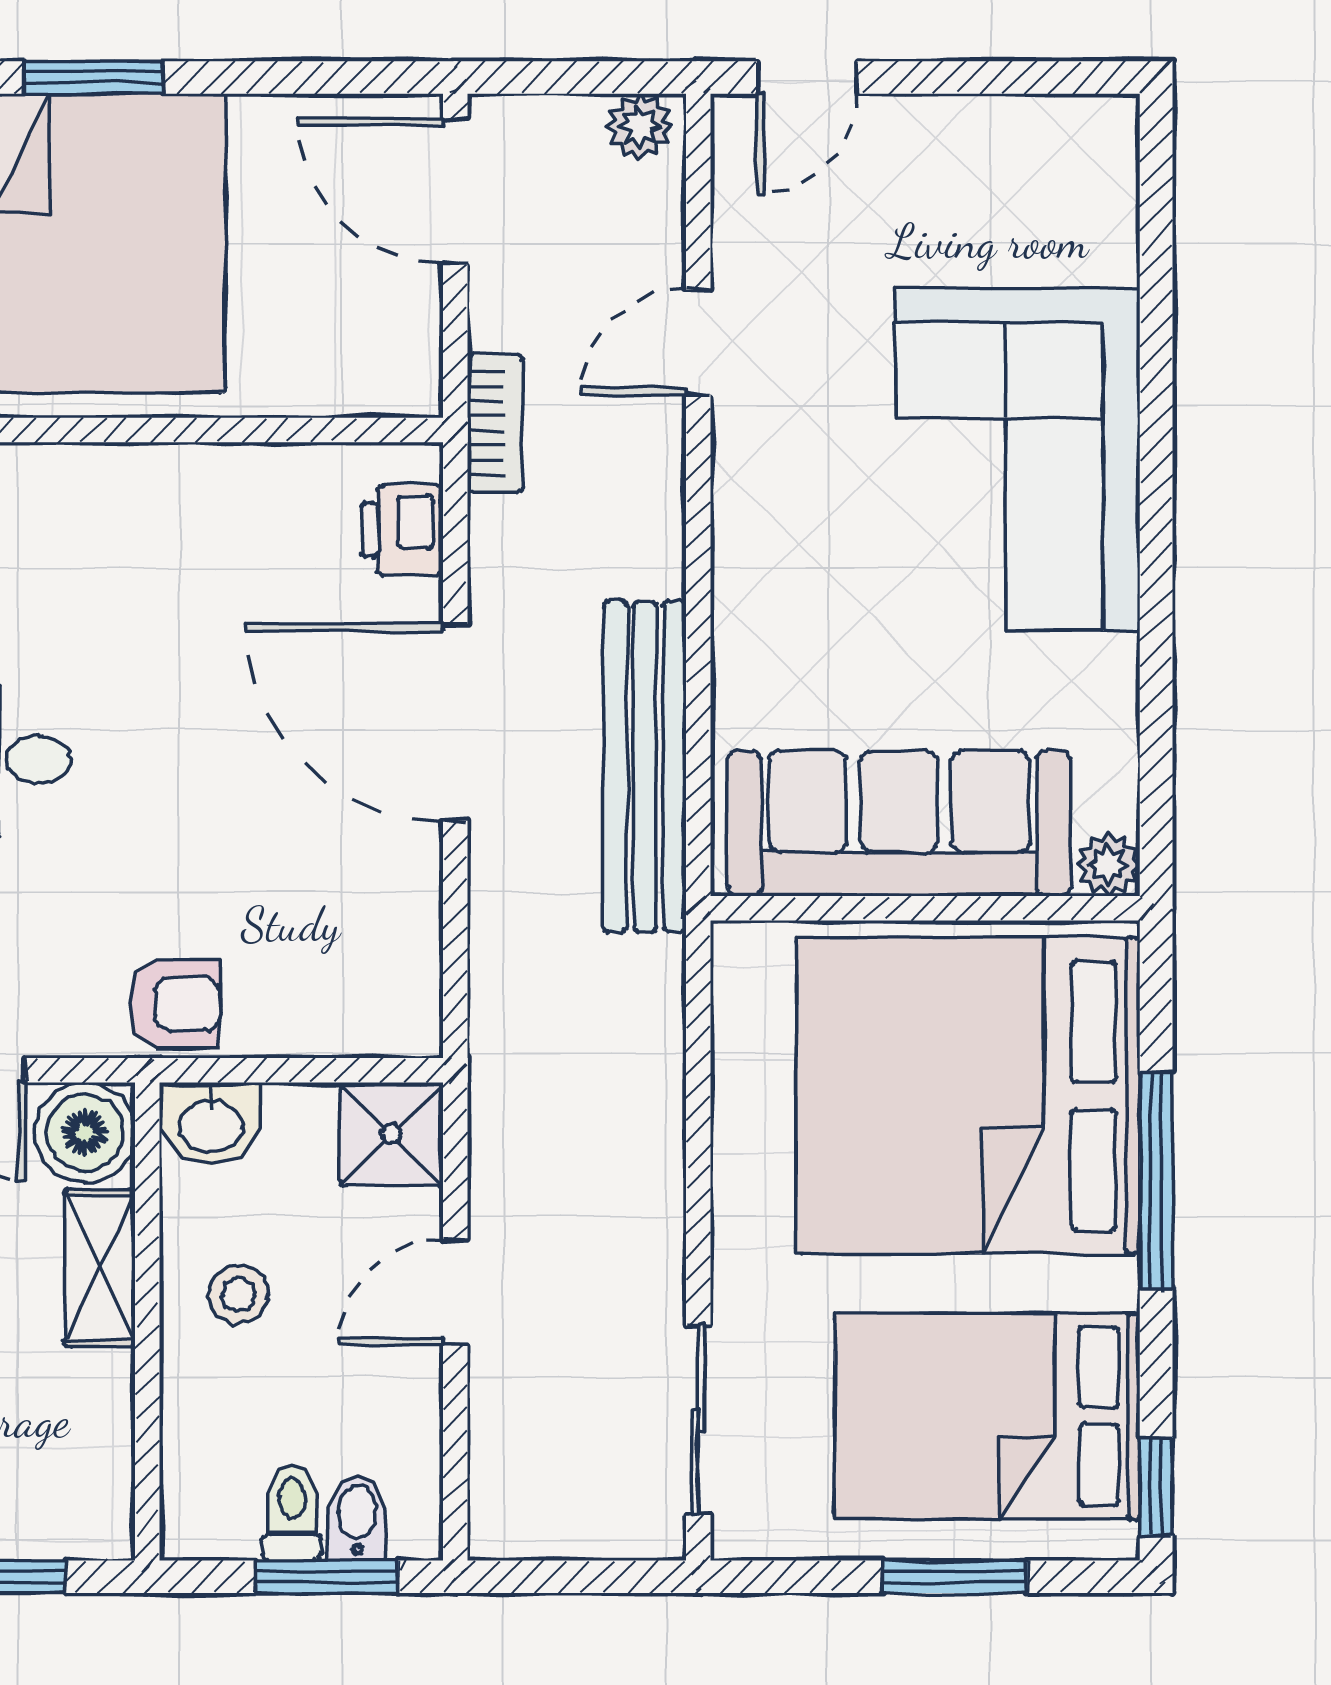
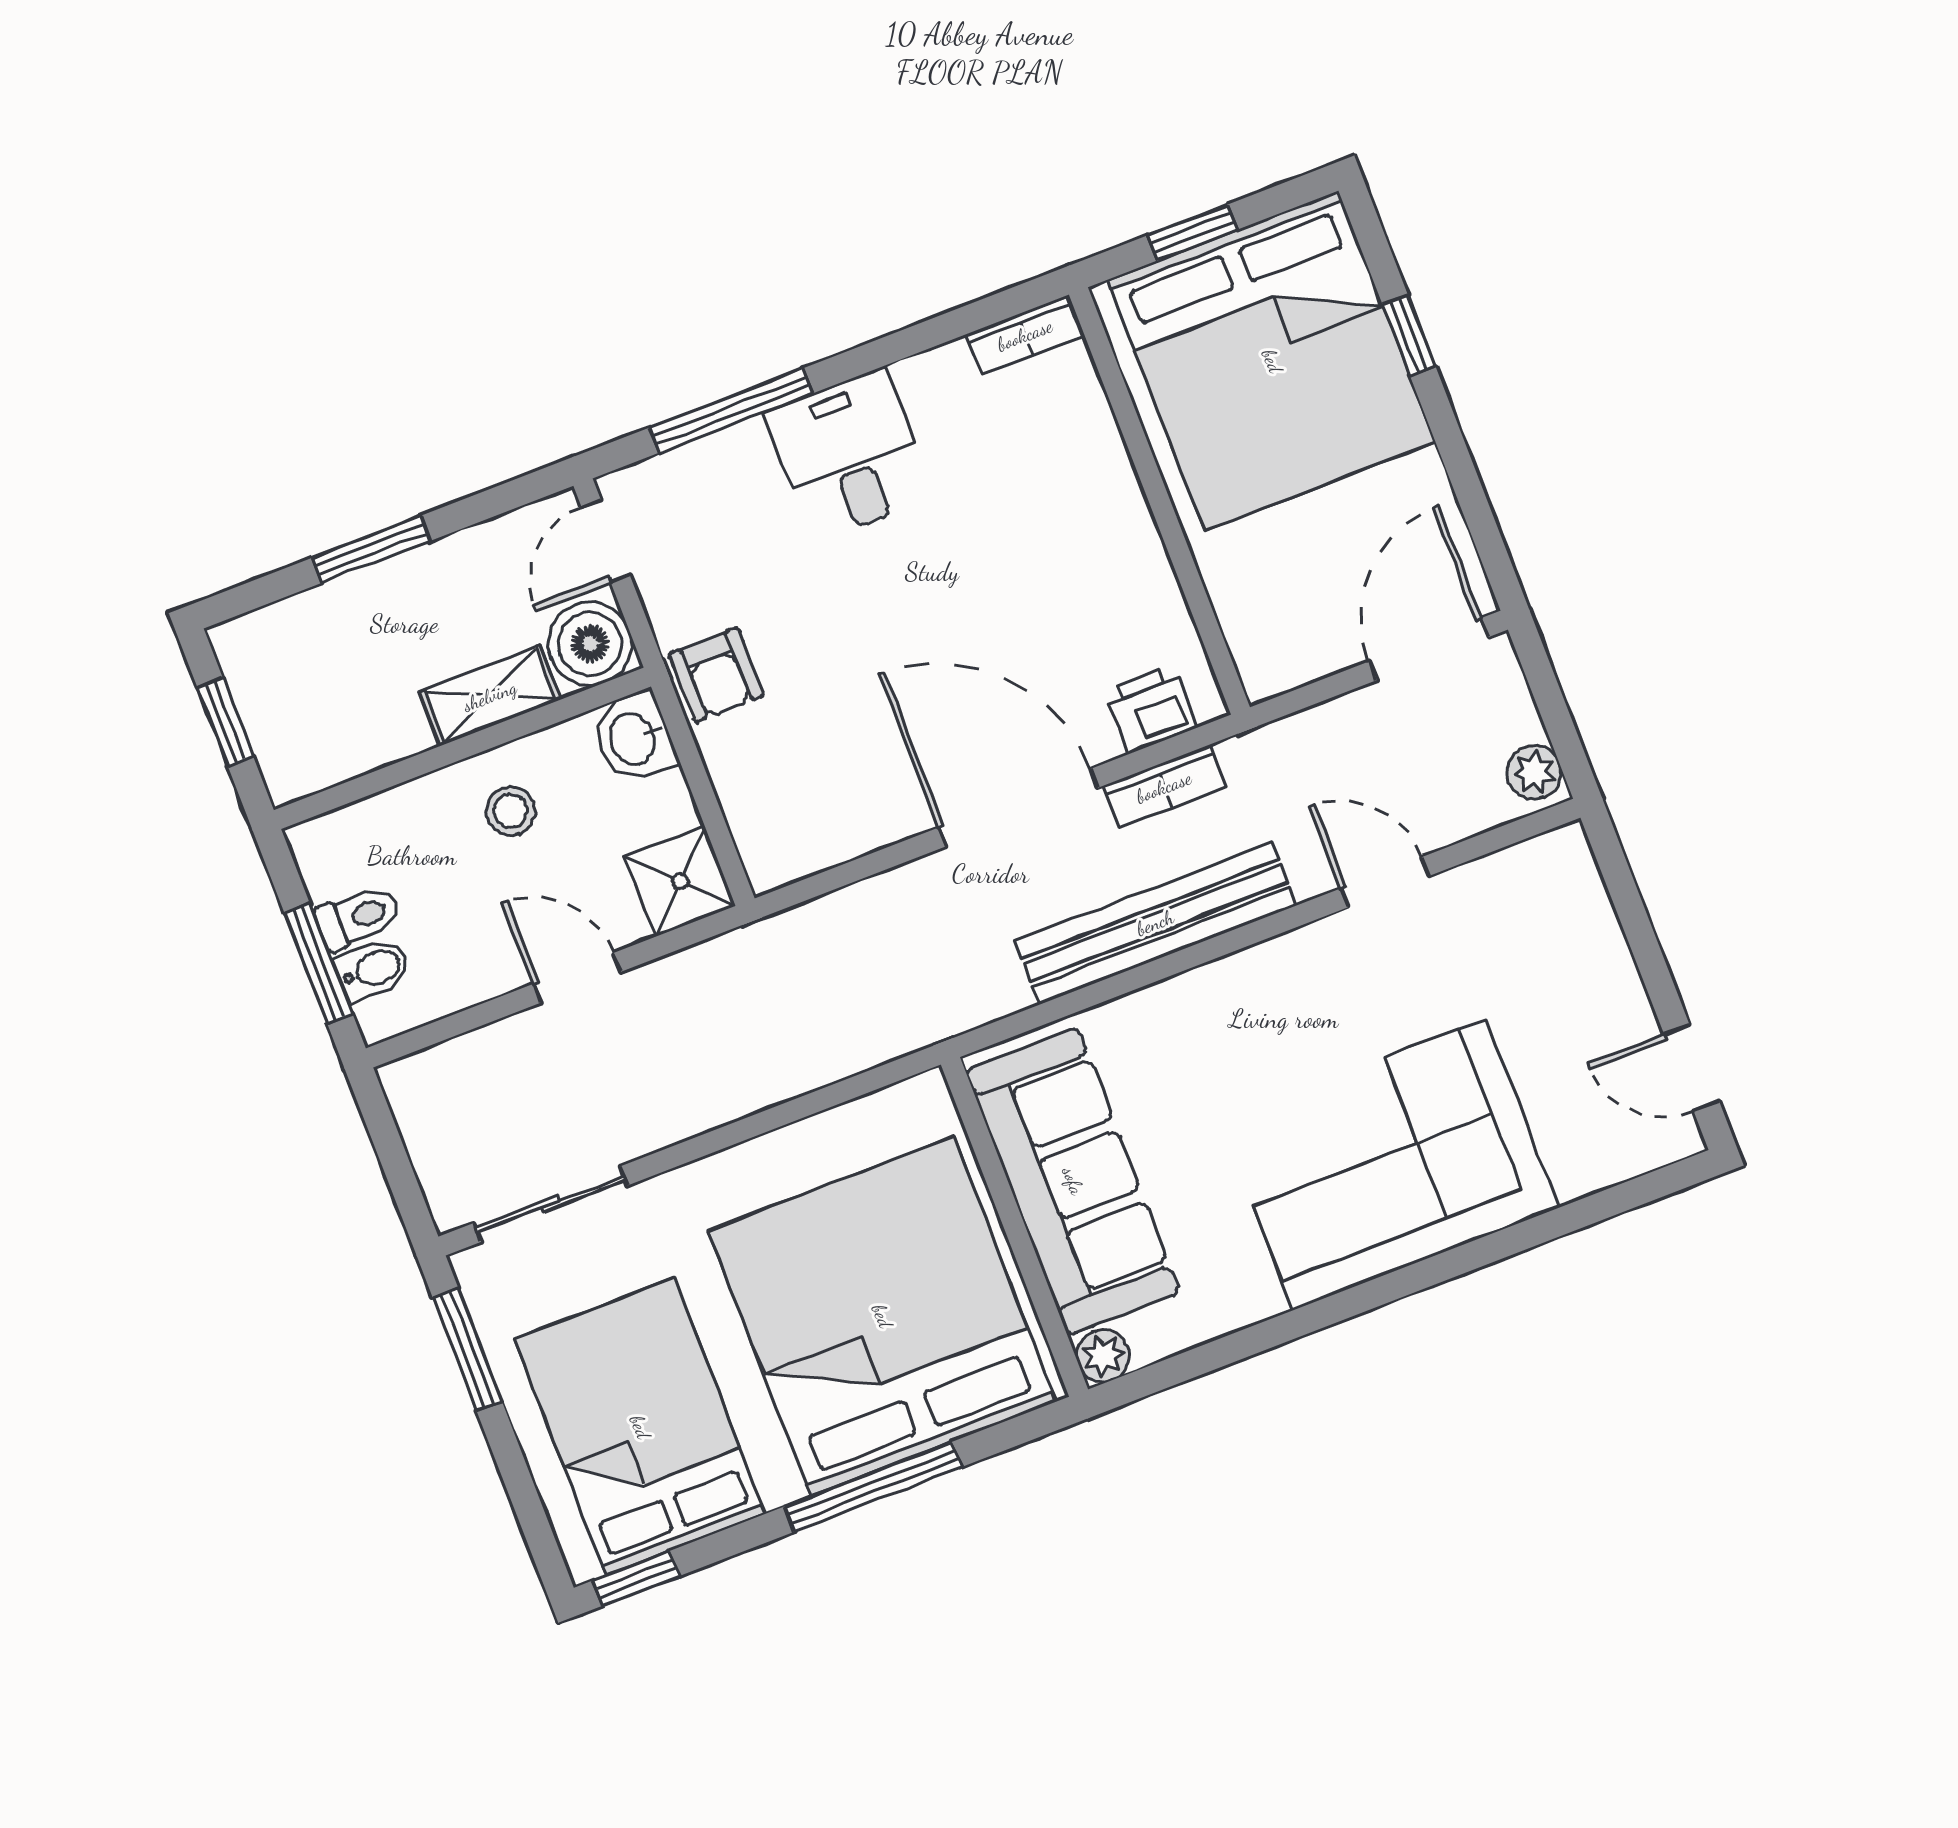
window: (94, 78) -> (1409, 335), width x0.67
door: (807, 78) -> (1692, 1068), moved
bookcase: (495, 423) -> (1164, 787), moved
door: (455, 722) -> (1018, 808), hinge flipped
bench: (645, 766) -> (1155, 923), moved
window: (954, 1577) -> (467, 1350), moved

